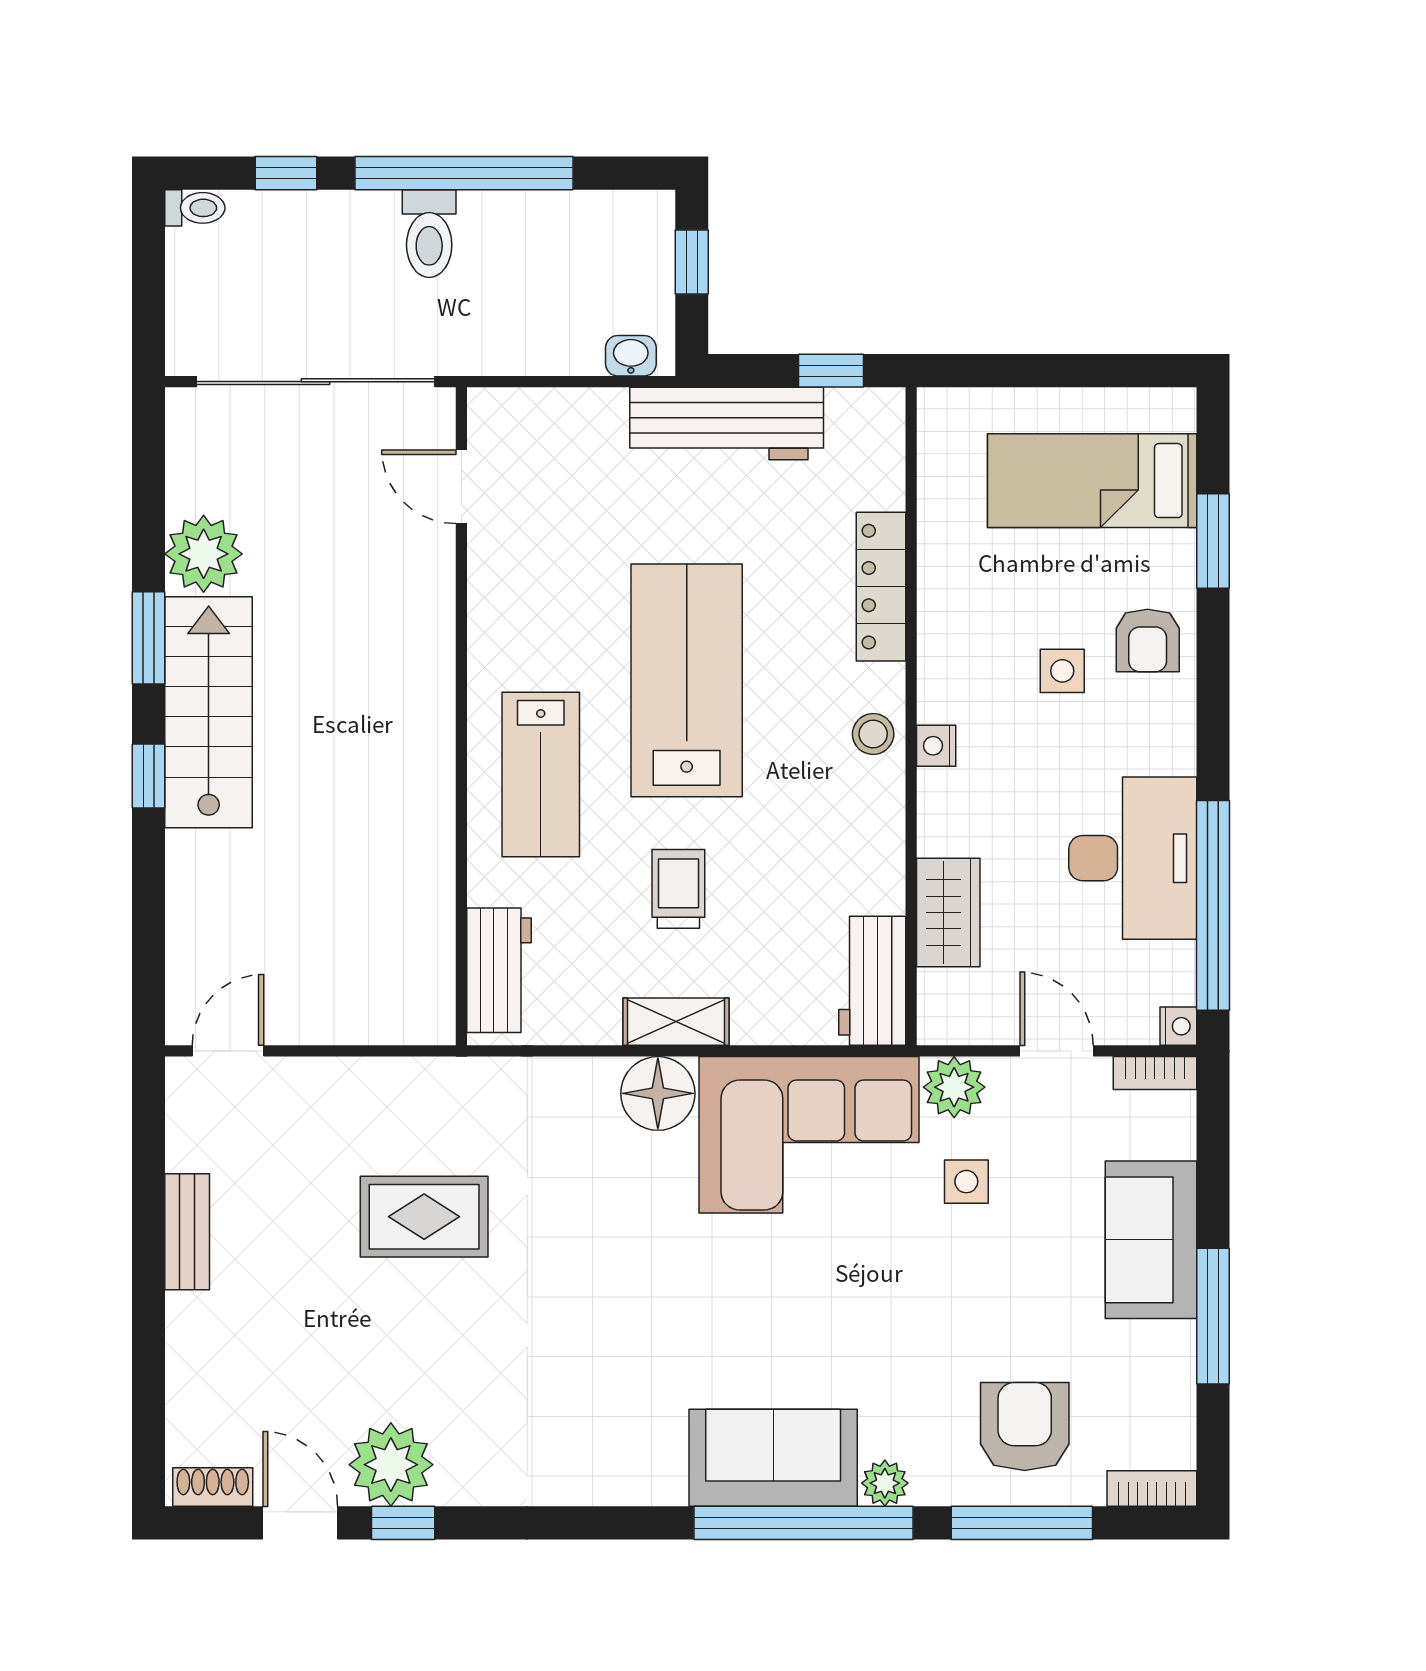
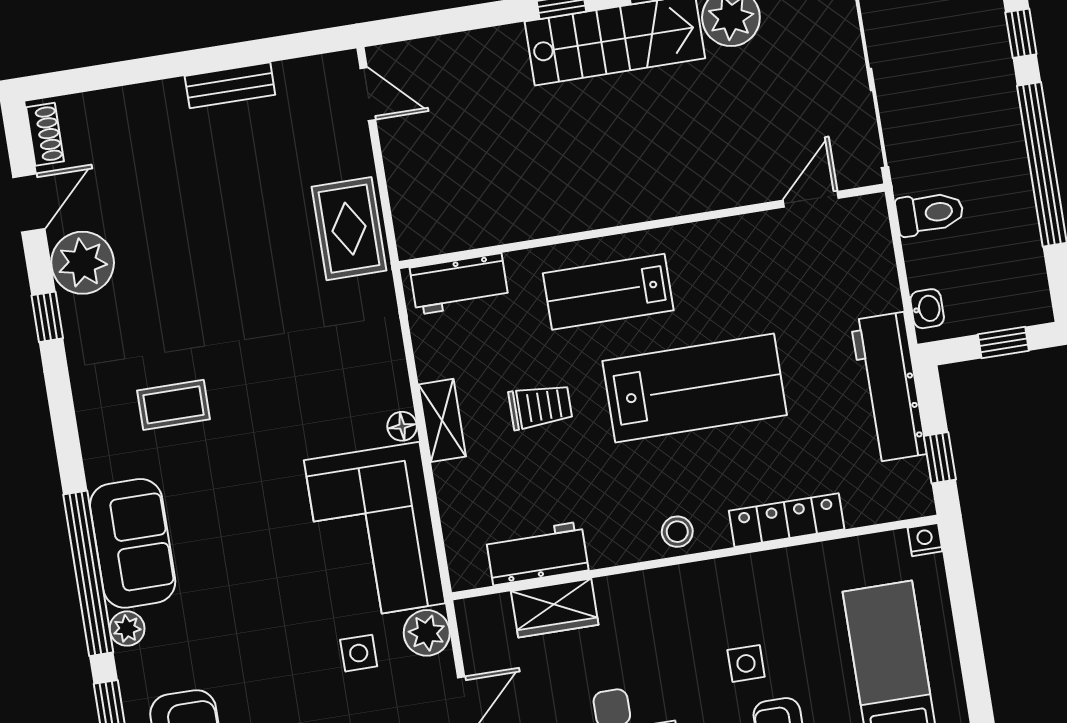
toilet: (429, 234) -> (930, 213), moved, turned 180
nightstand: (936, 746) -> (925, 540), moved
workbench: (872, 981) -> (537, 553), moved
floor lamp: (658, 1093) -> (402, 426), width x0.53, depth x0.53
rug: (424, 1217) -> (349, 229), moved
coffee table: (598, 1374) -> (173, 405), added
window: (403, 1523) -> (47, 317), moved

